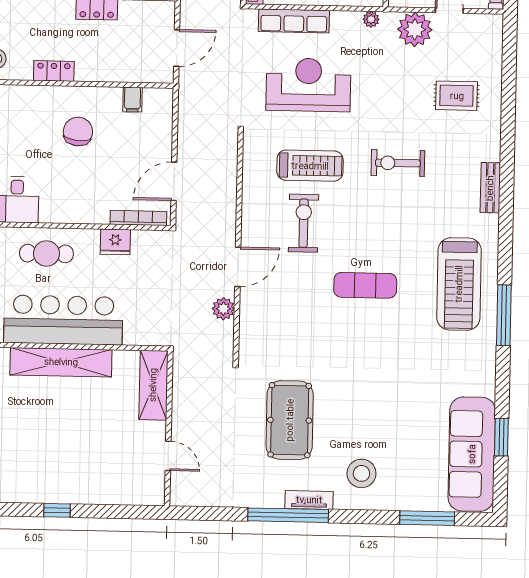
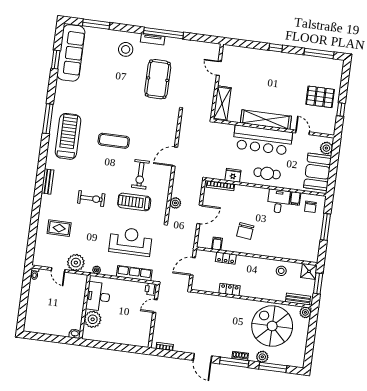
locker: (54, 71) -> (226, 258), moved
reception desk: (308, 85) -> (131, 241), turned 180
door: (174, 181) -> (200, 214), moved
plant: (223, 309) -> (175, 203), moved

